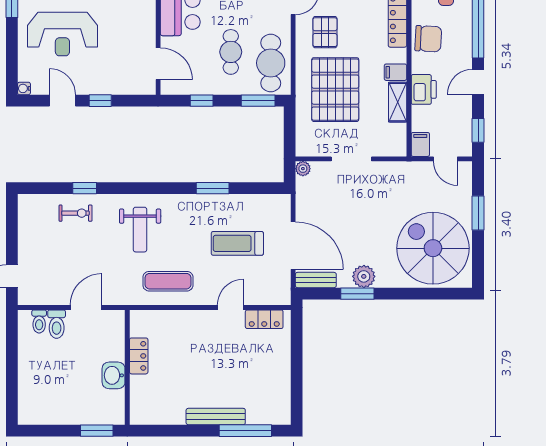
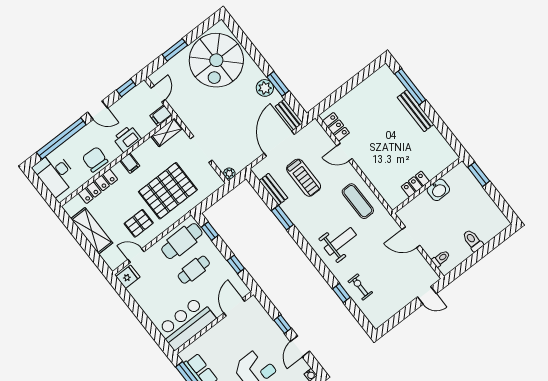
window: (258, 101) -> (210, 231), width x0.67
shelving: (398, 102) -> (167, 132), moved
bench: (250, 202) -> (273, 189), added
toilet: (57, 324) -> (473, 241), moved, turned -90

